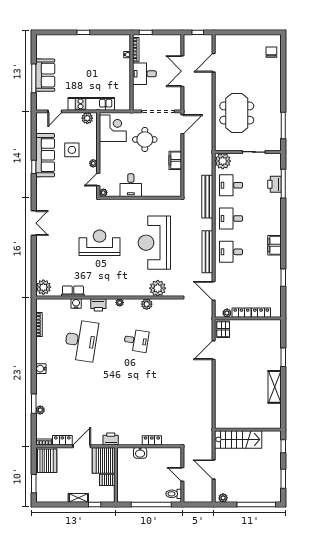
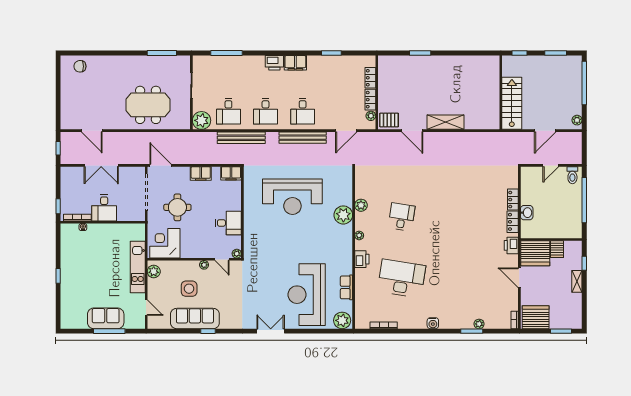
printer: (275, 184) -> (274, 63), moved
filing cabinet: (175, 188) -> (231, 173), added
reception desk: (100, 243) -> (307, 295), moved, width x1.36, depth x1.30
plant: (158, 288) -> (343, 215), moved
water cooler: (76, 304) -> (360, 284), removed
shelving: (275, 387) -> (445, 122), moved
locker: (62, 440) -> (513, 222), moved

